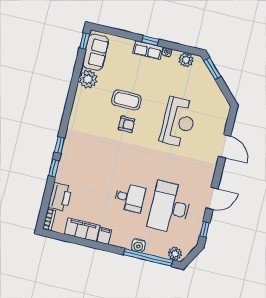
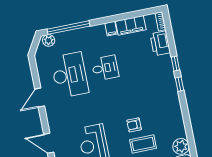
desk: (130, 198) -> (105, 68), turned 180
window: (205, 229) -> (34, 70), removed
water cooler: (138, 245) -> (81, 34), removed

